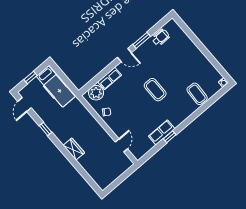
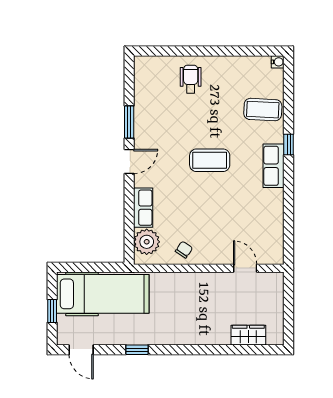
wheelchair: (161, 37) -> (191, 79), moved
hospital bed: (56, 86) -> (103, 294), width x1.37, depth x1.29
row of seats: (162, 132) -> (274, 166), moved
window: (170, 137) -> (289, 144), moved
wardrobe: (74, 149) -> (248, 335), moved

